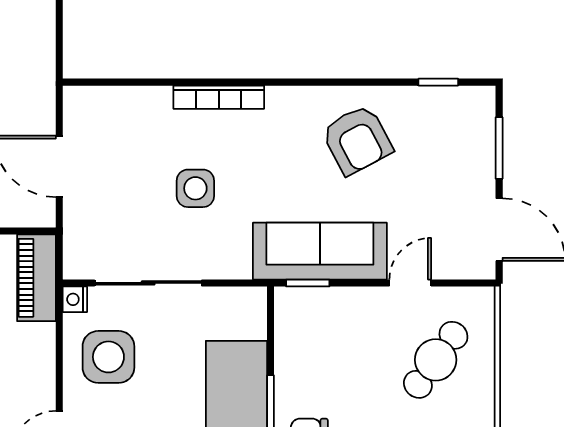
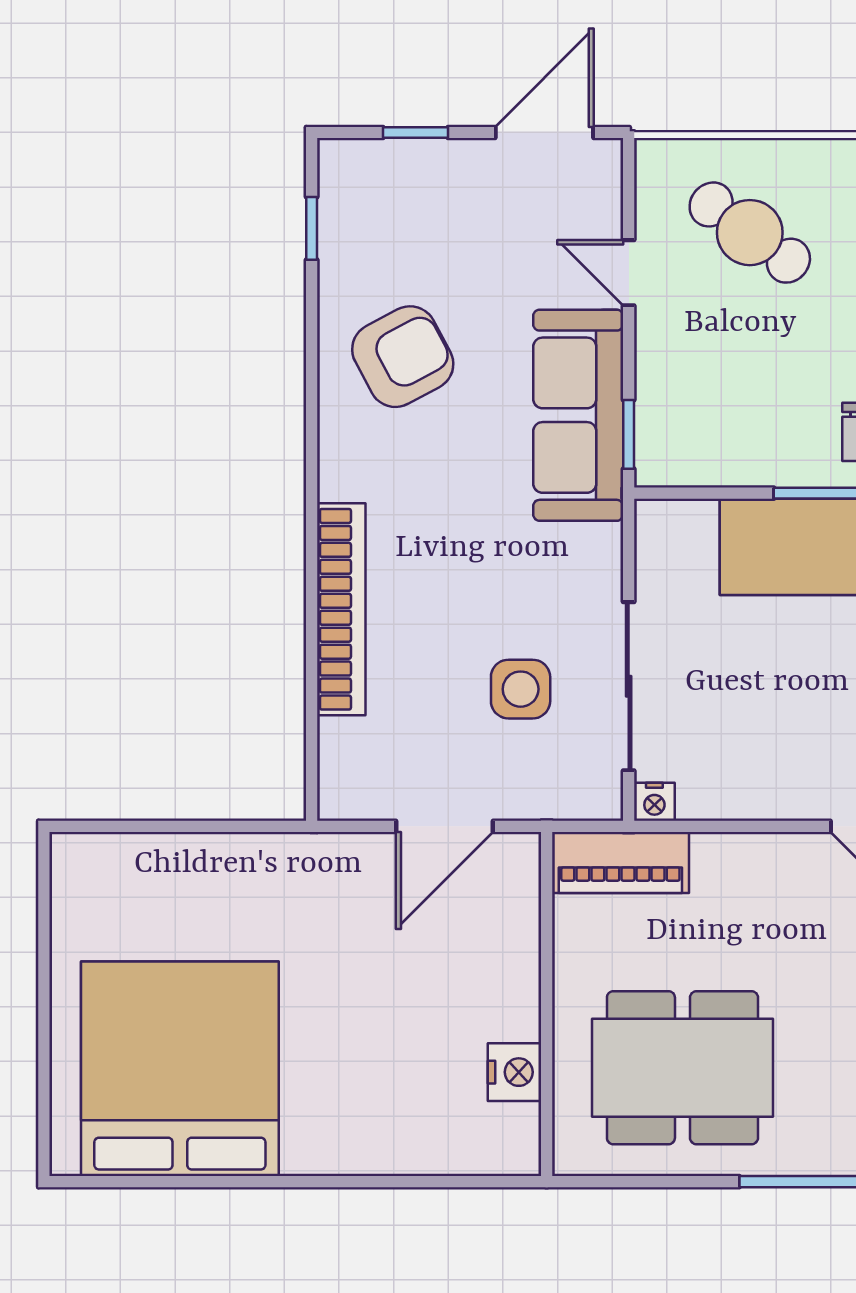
bookcase: (219, 97) -> (341, 609), width x1.48, depth x1.31
window: (499, 148) -> (416, 132), width x0.67
side table: (195, 188) -> (521, 689), moved
side table: (108, 357) -> (745, 749), removed

